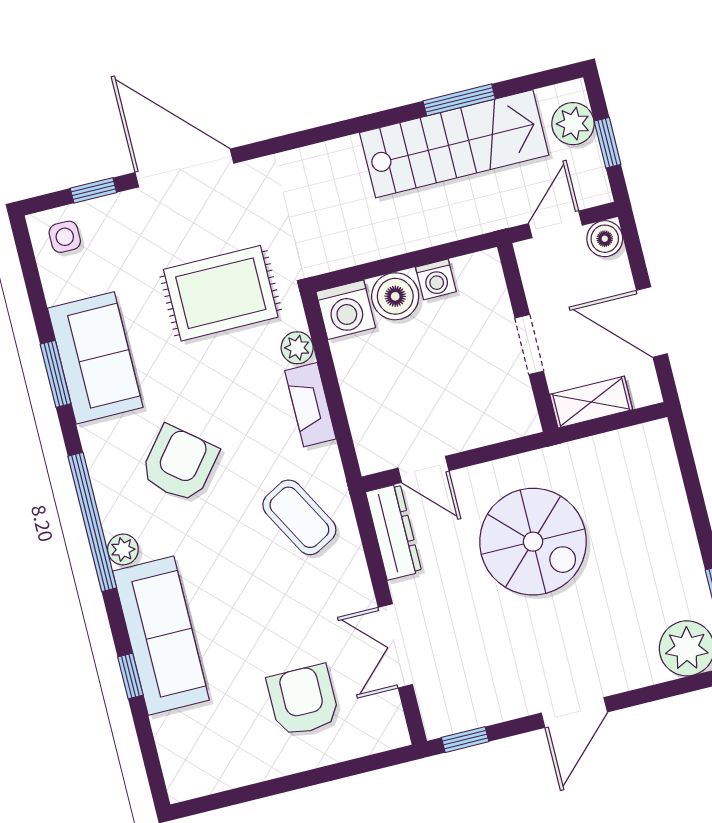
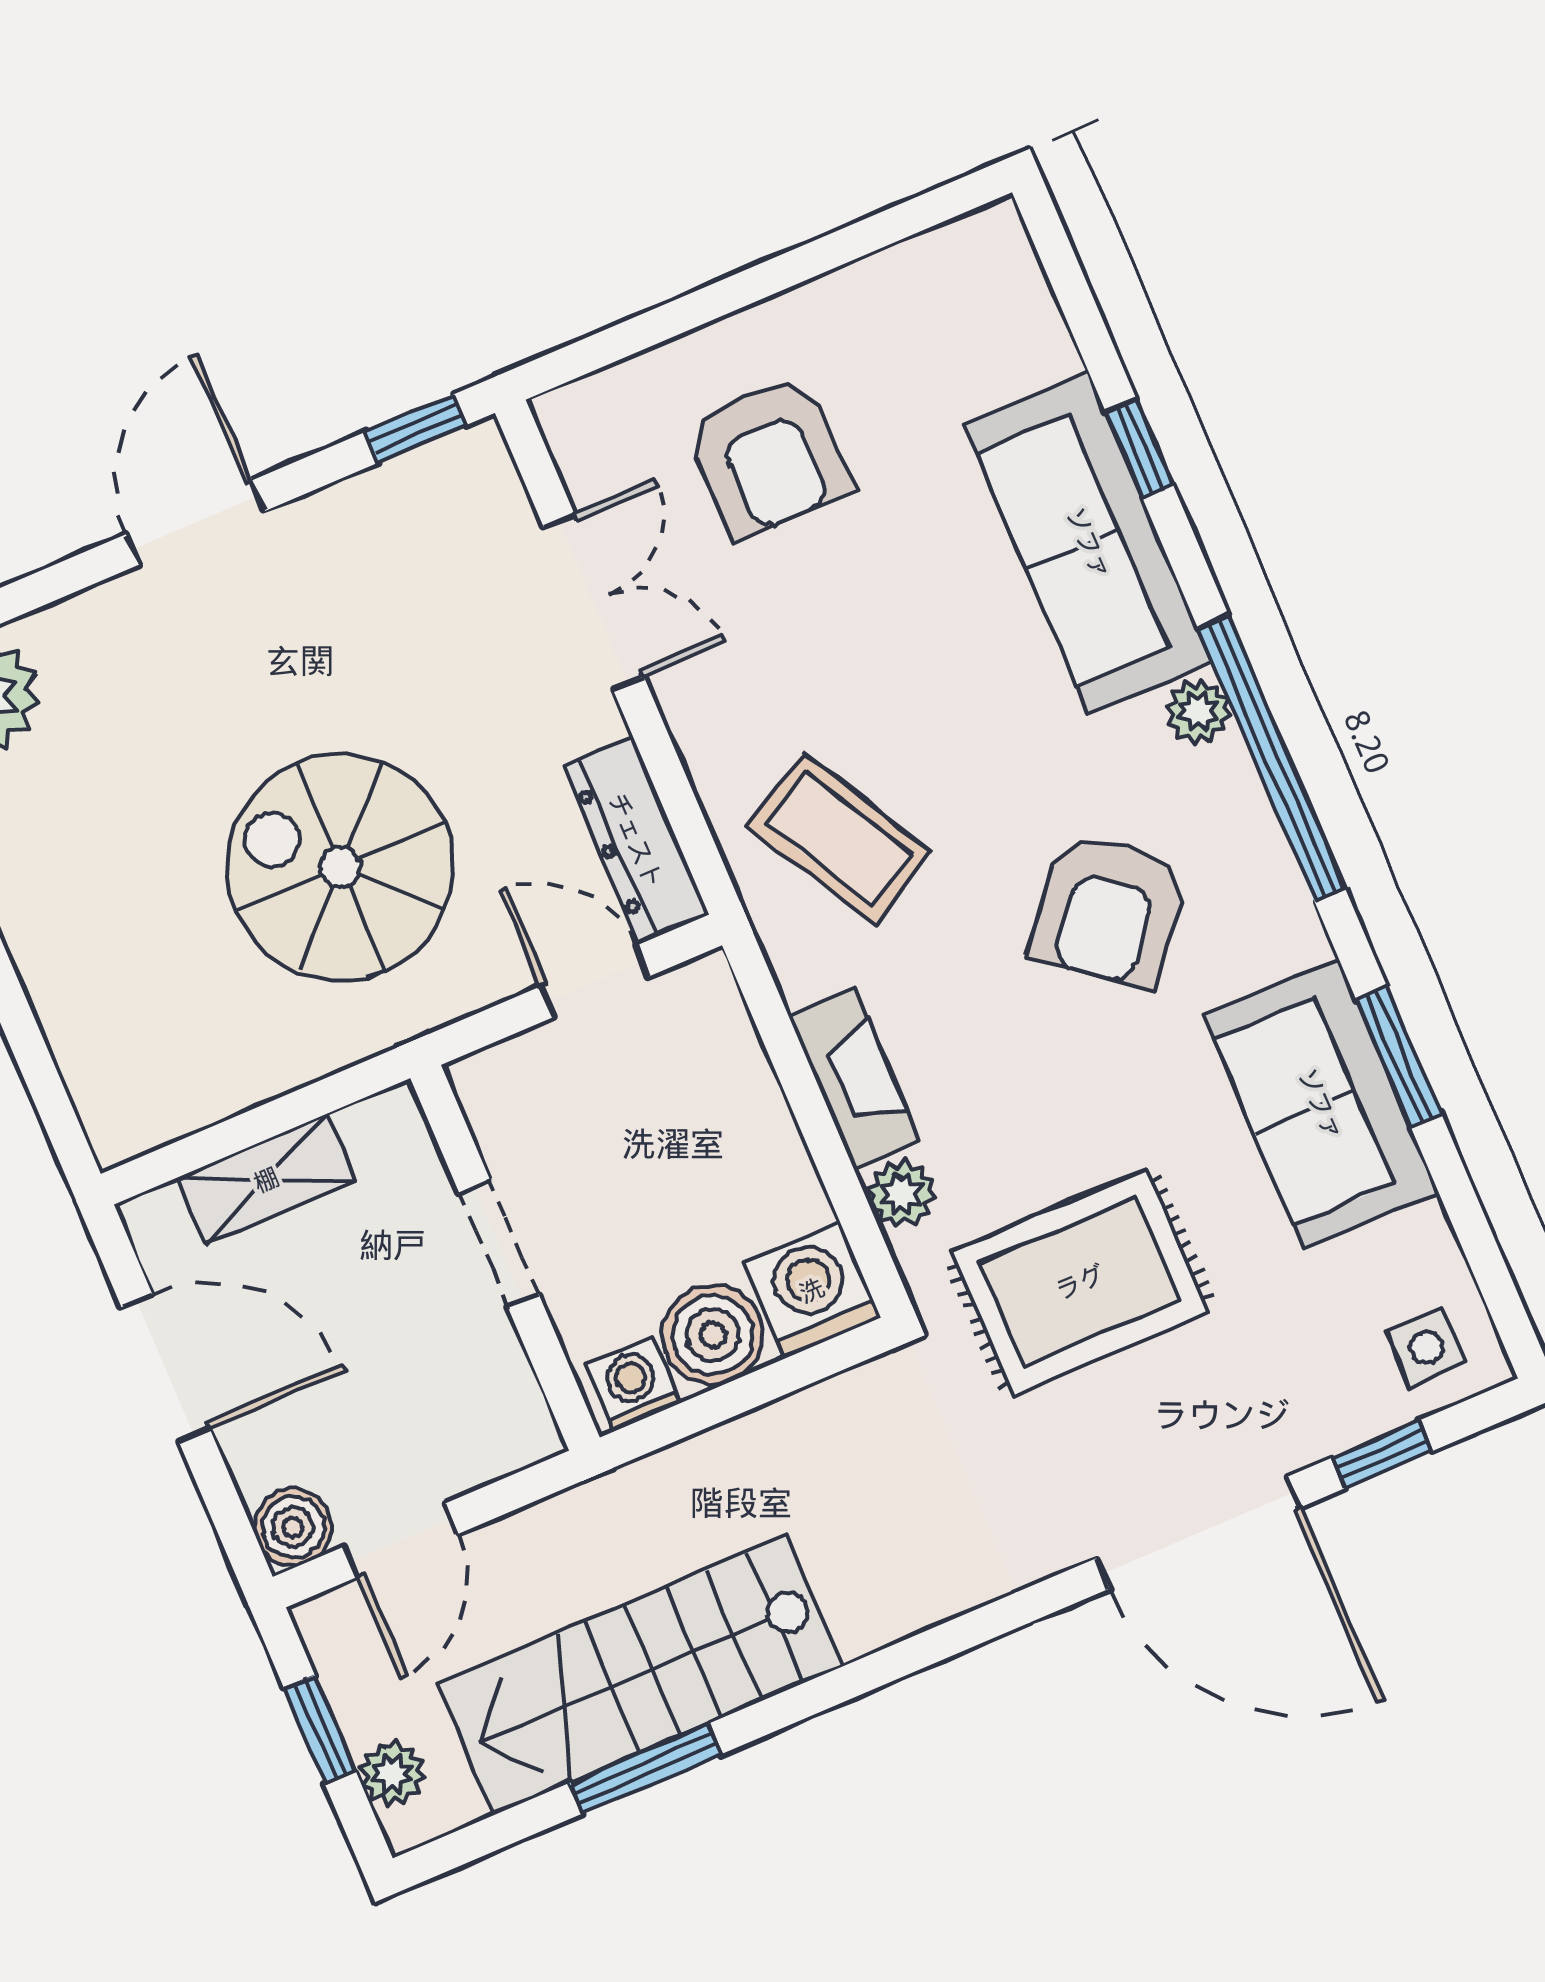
plant: (573, 124) -> (392, 1774), width x0.73, depth x0.73
wall: (527, 337) -> (505, 1258), moved
doorway: (529, 345) -> (499, 1243), moved

